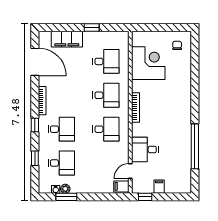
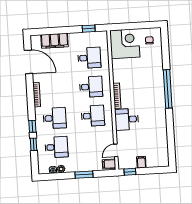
window: (92, 27) -> (89, 29), moved
corner desk: (148, 63) -> (125, 44), moved
window: (35, 125) -> (32, 126), moved
window: (195, 146) -> (168, 89), moved
desk: (145, 150) -> (127, 119), moved
window: (66, 197) -> (84, 175), moved

